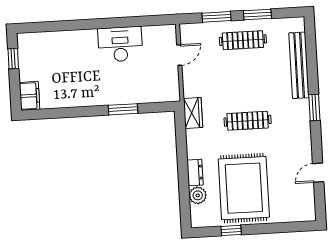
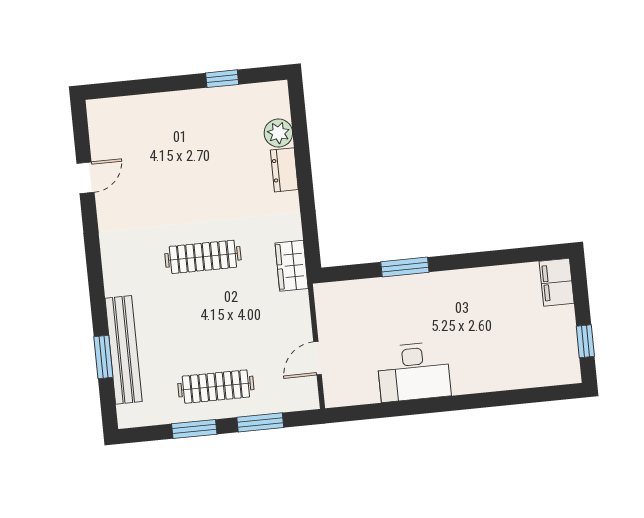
window: (314, 108) -> (103, 357), moved
rug: (244, 188) -> (204, 148), removed

